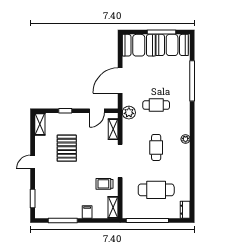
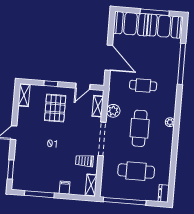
door: (120, 81) -> (109, 58), swing flipped
plant: (129, 113) -> (113, 111), moved
cafe table: (156, 147) -> (140, 128), width x1.37, depth x1.35
pallet: (67, 148) -> (55, 108), moved

